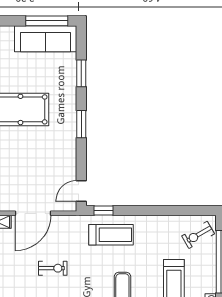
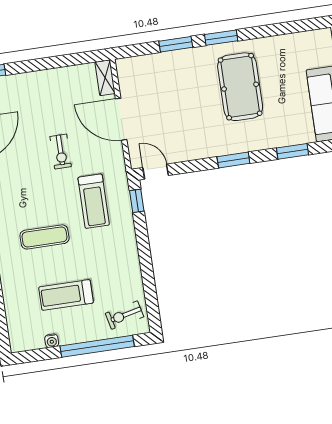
treadmill: (111, 235) -> (94, 201), moved
exercise bike: (198, 235) -> (124, 315), turned -73

